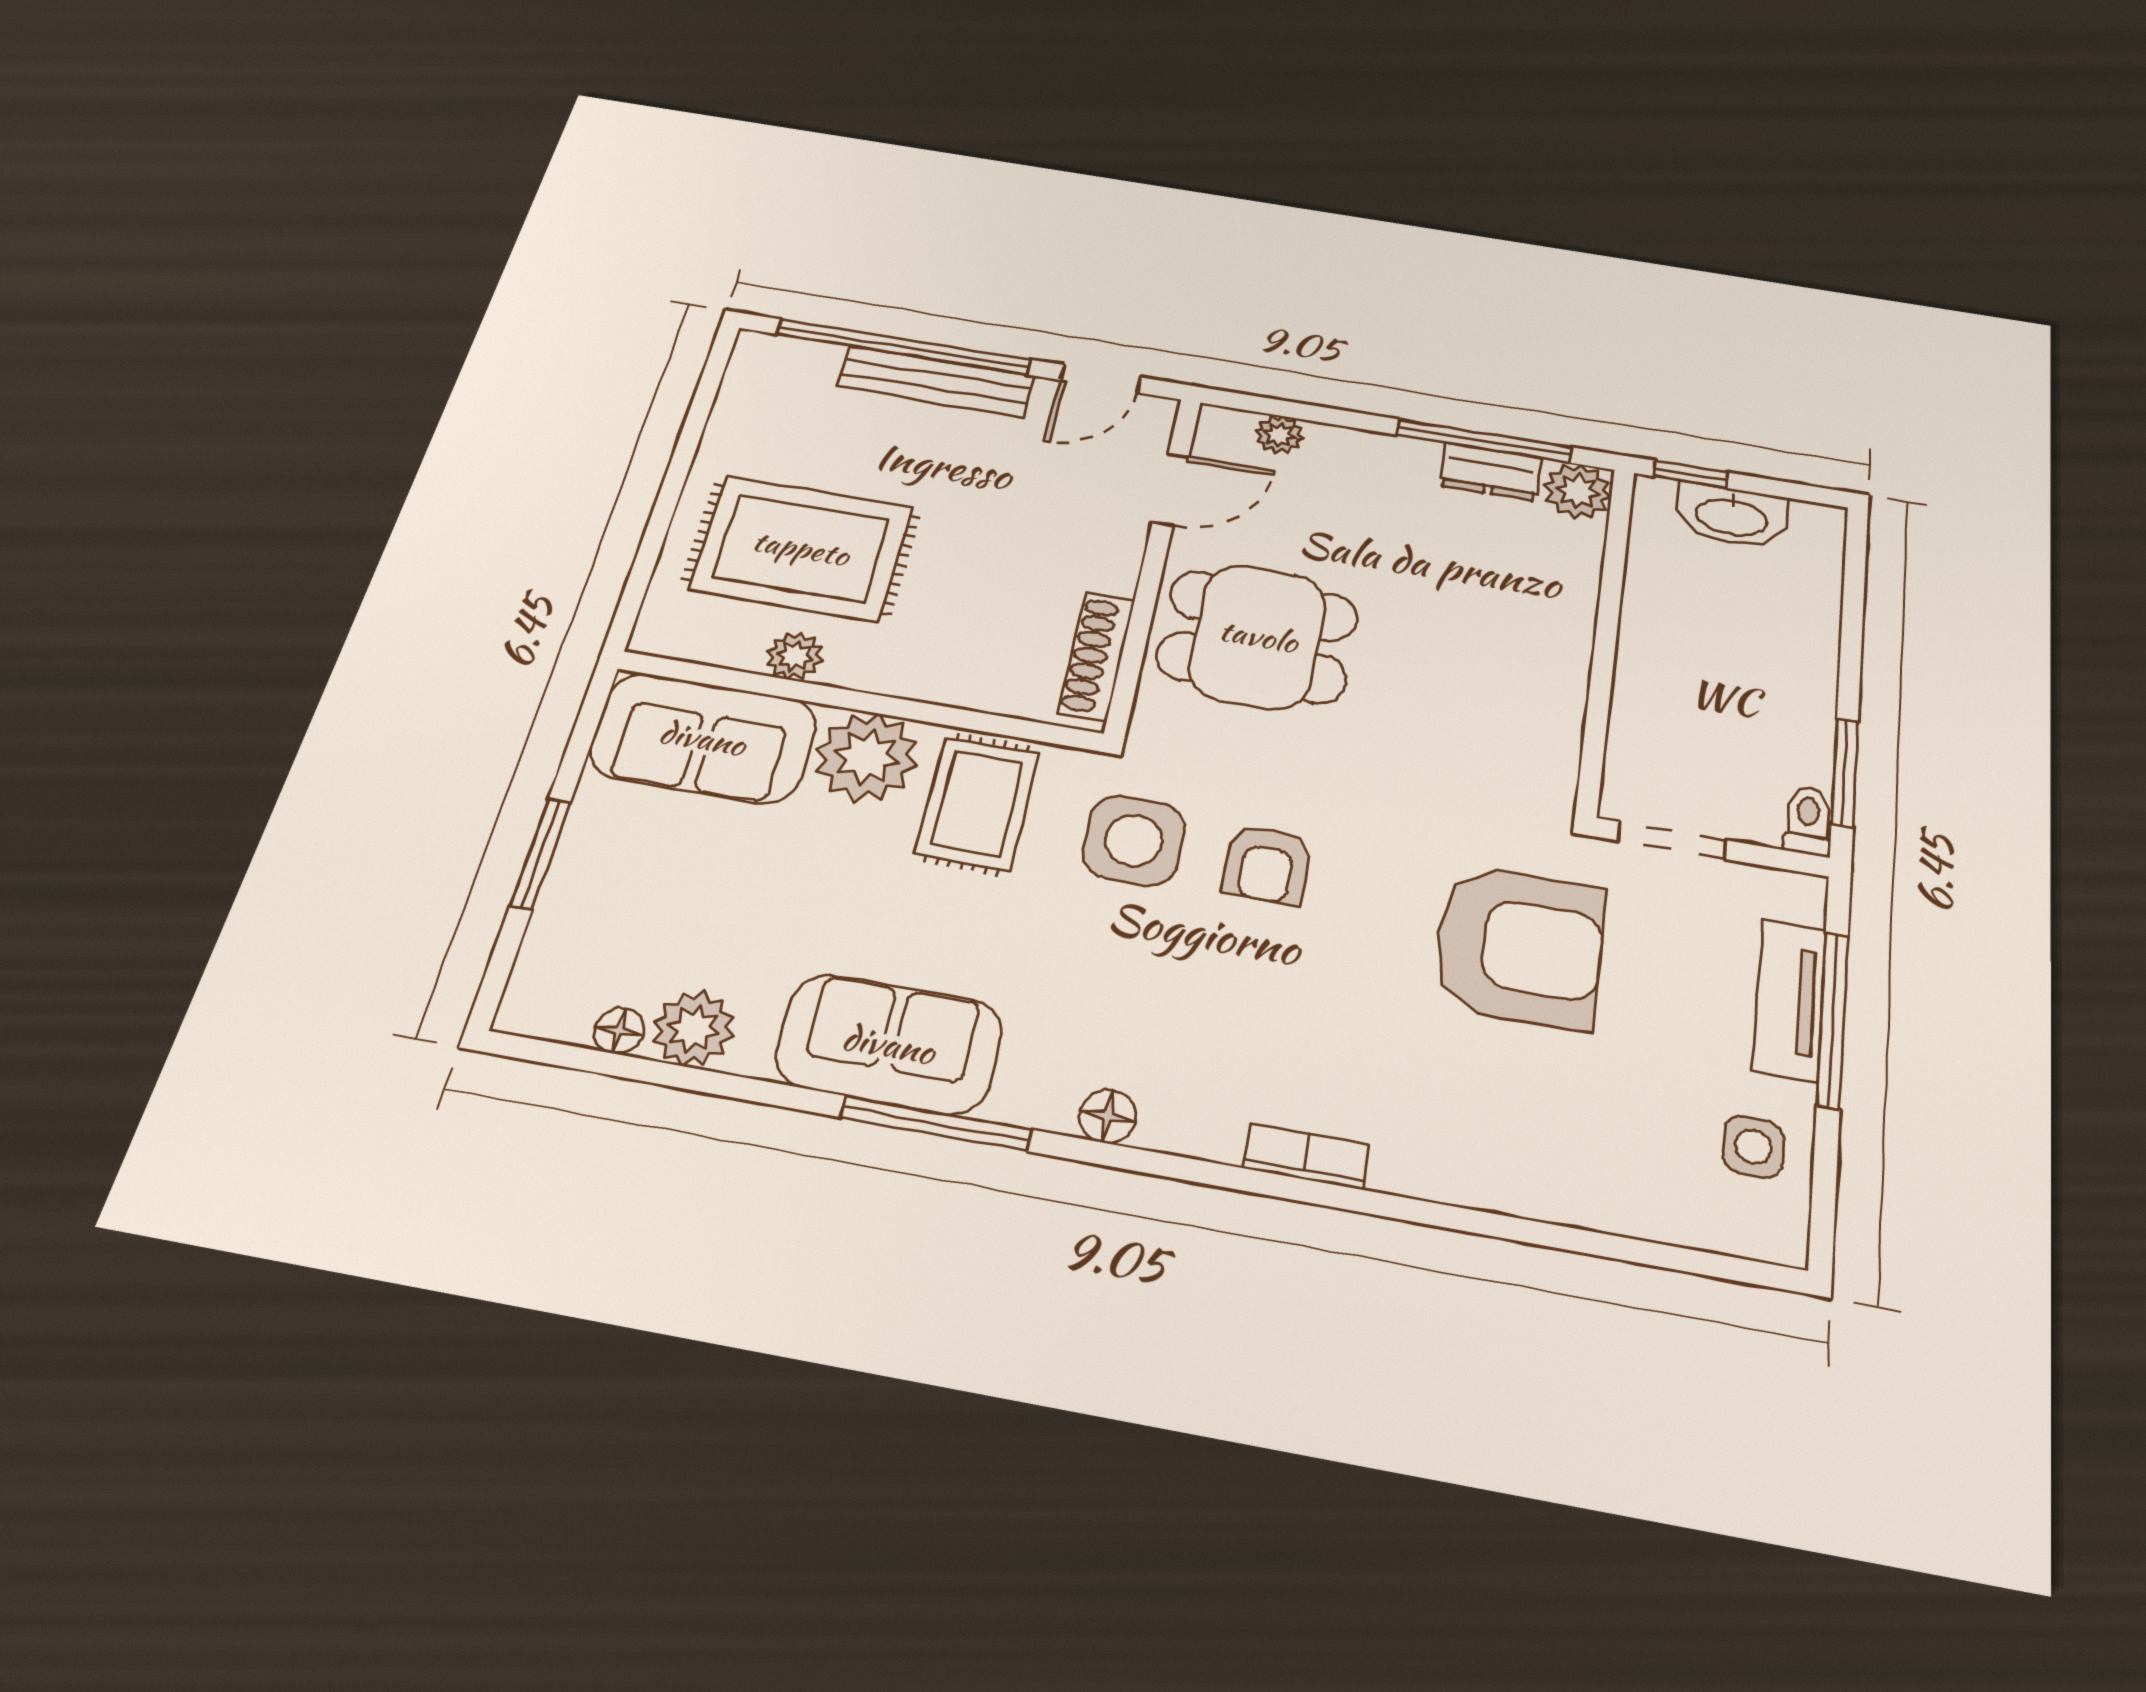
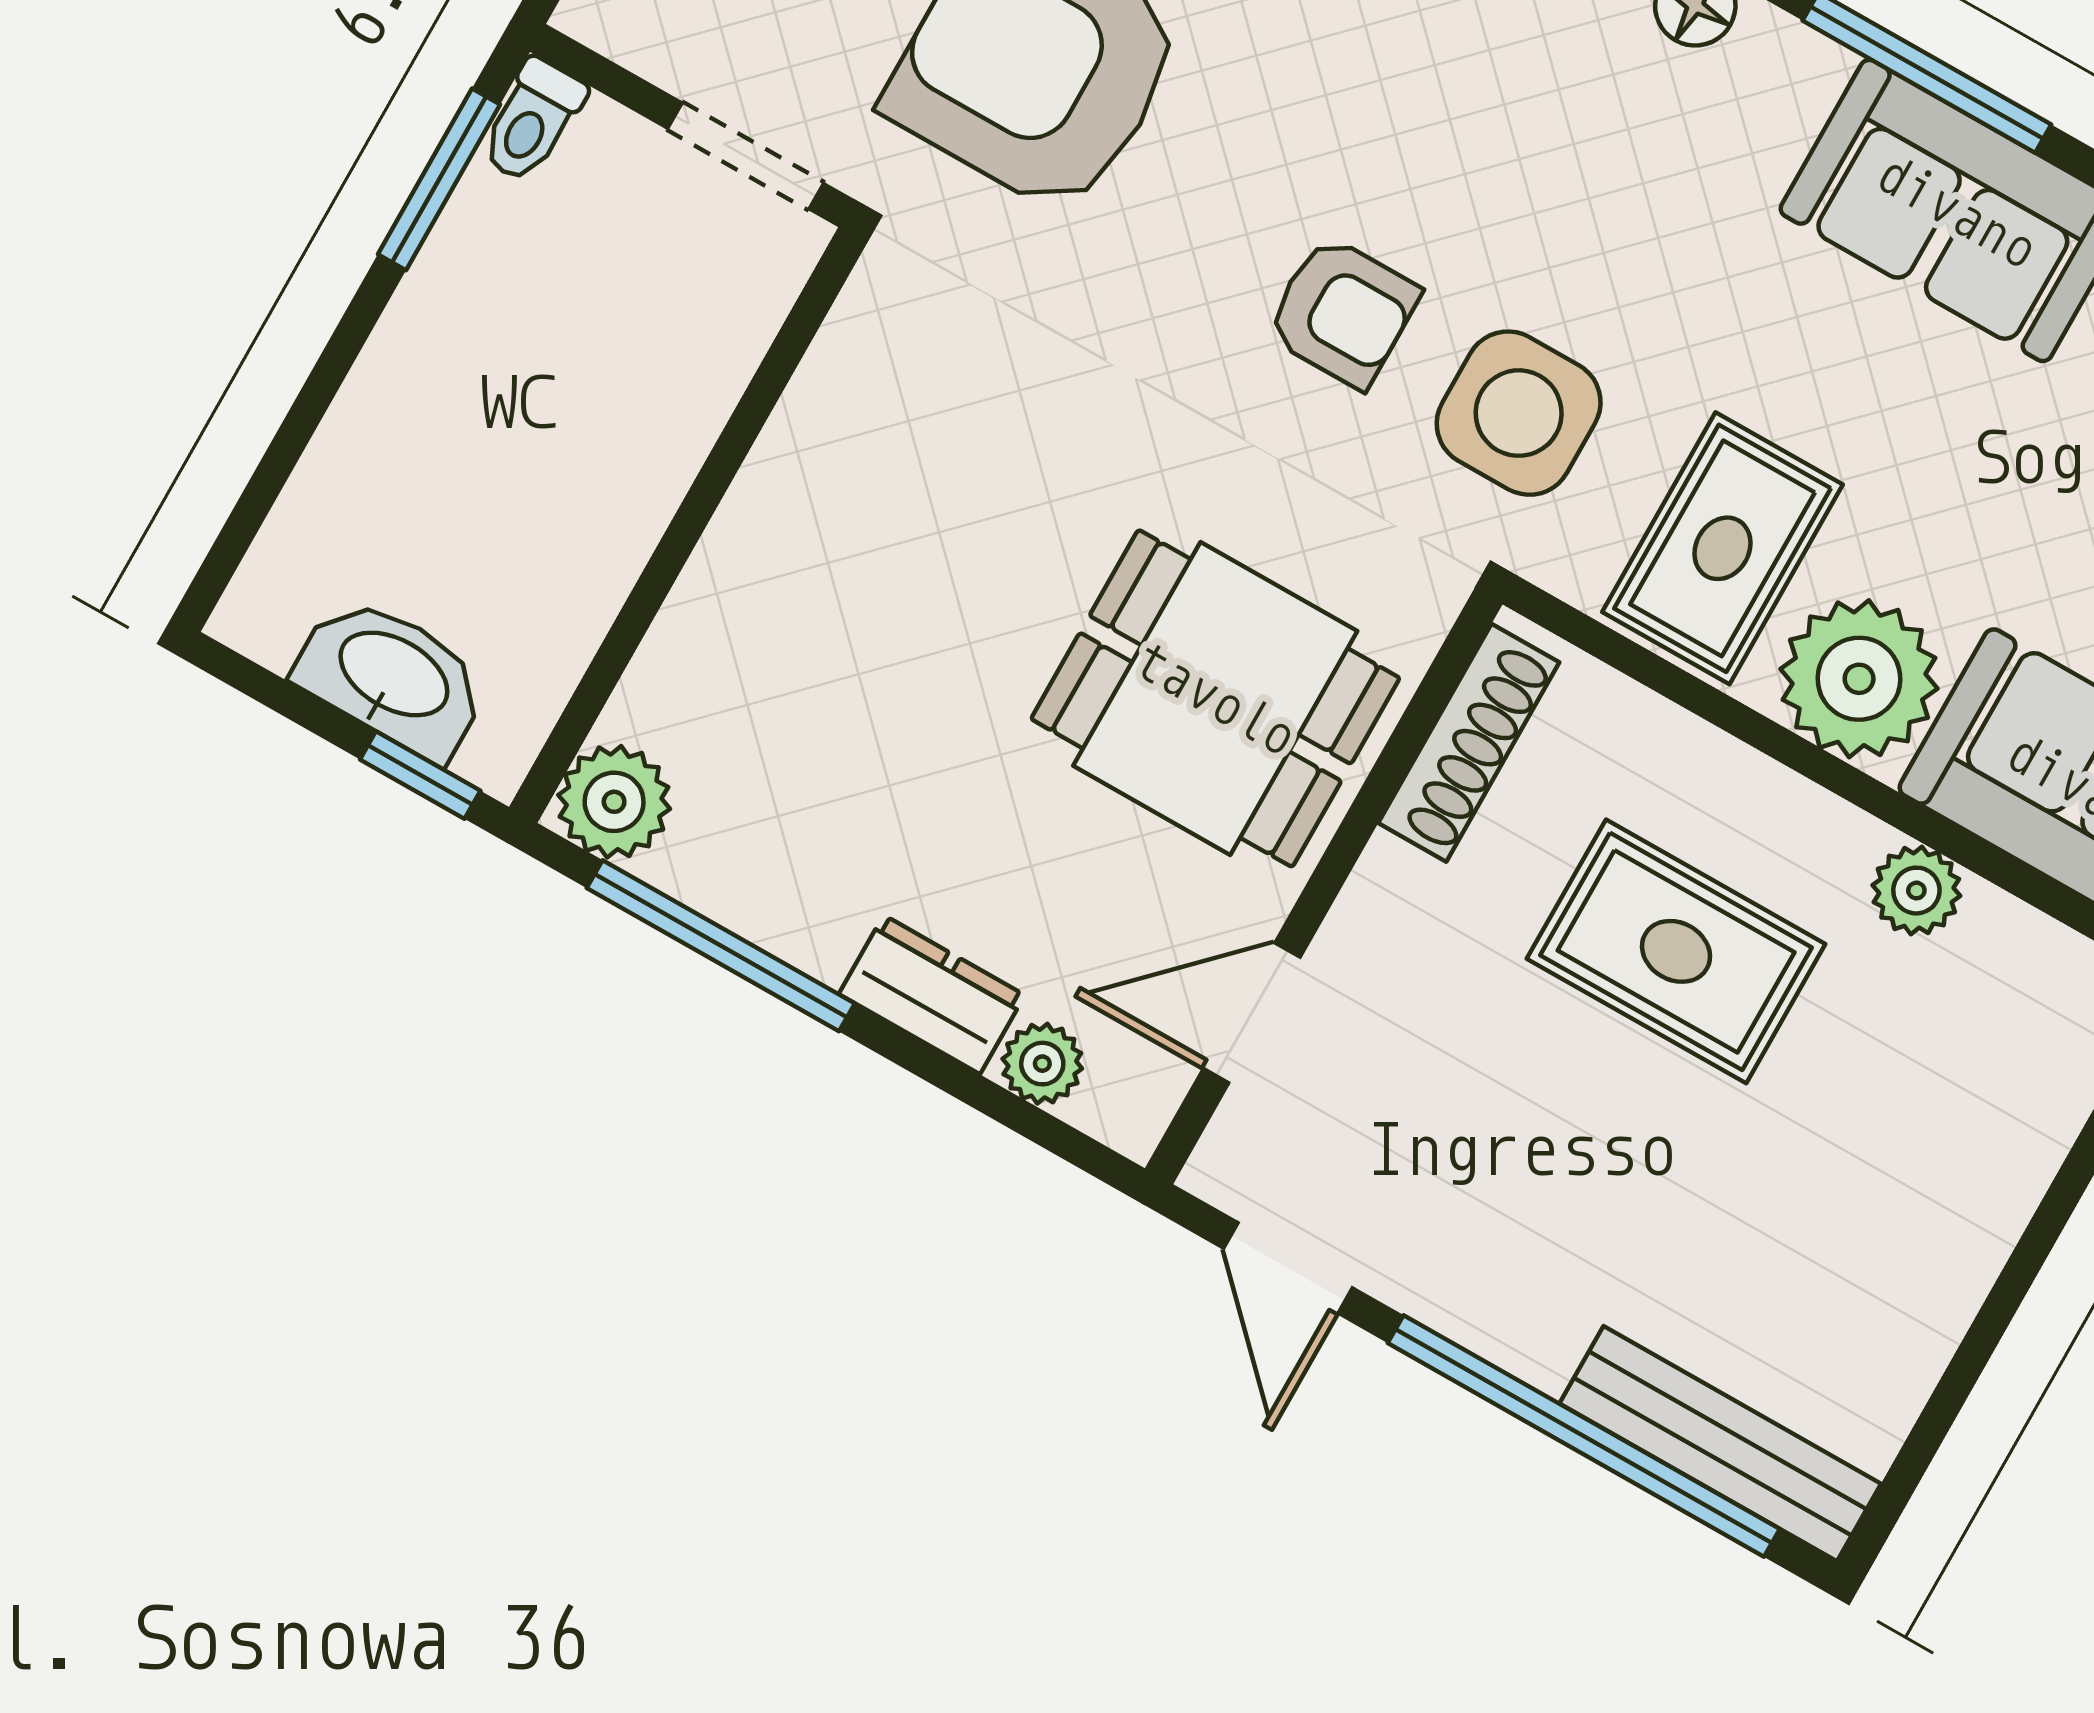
door: (1101, 379) -> (1288, 1268), swing flipped
bench: (936, 381) -> (1720, 1444), moved
dresser: (1491, 472) -> (932, 995), moved
rug: (801, 548) -> (1676, 951), moved, width x0.73, depth x0.70
armchair: (1267, 864) -> (1343, 312), turned 90

